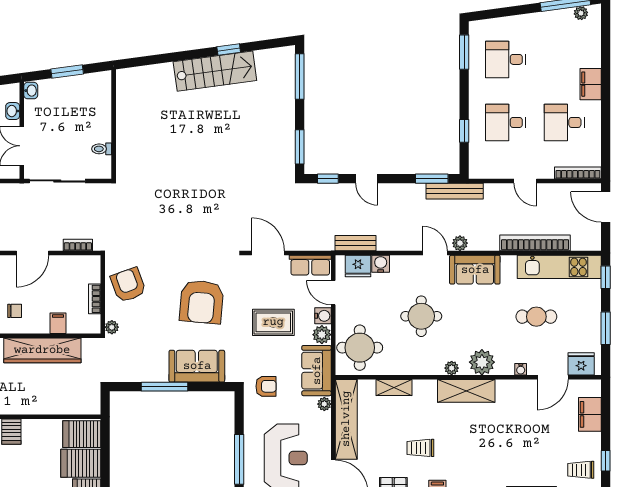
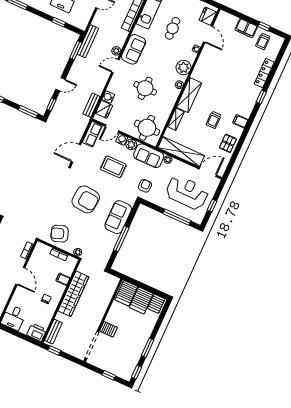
rug: (273, 322) -> (113, 167), turned 90
shelving: (466, 391) -> (189, 95), moved
filing cabinet: (590, 414) -> (246, 28), moved

